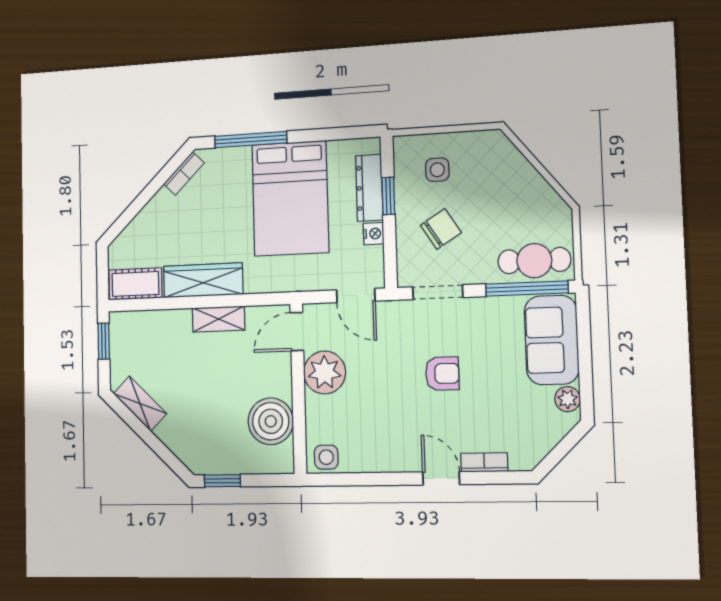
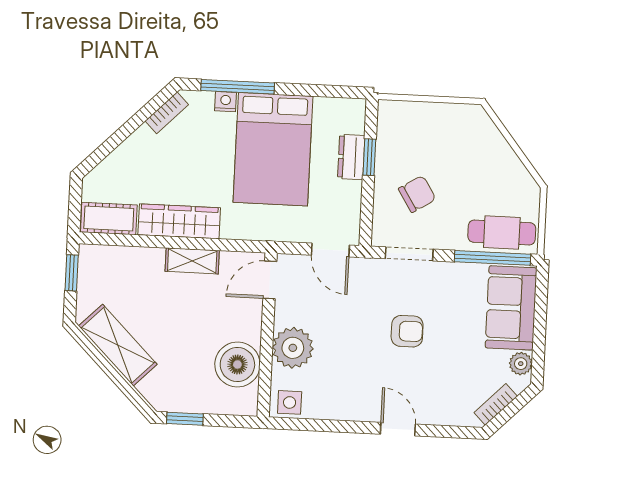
side table: (437, 170) -> (418, 137), removed
dresser: (369, 188) -> (351, 157), width x0.70
nightstand: (374, 234) -> (226, 102), moved, turned -90
plant: (325, 372) -> (293, 348), moved
shelving: (140, 404) -> (118, 345), width x1.50, depth x1.33
bookcase: (484, 462) -> (496, 404), moved, turned -45

